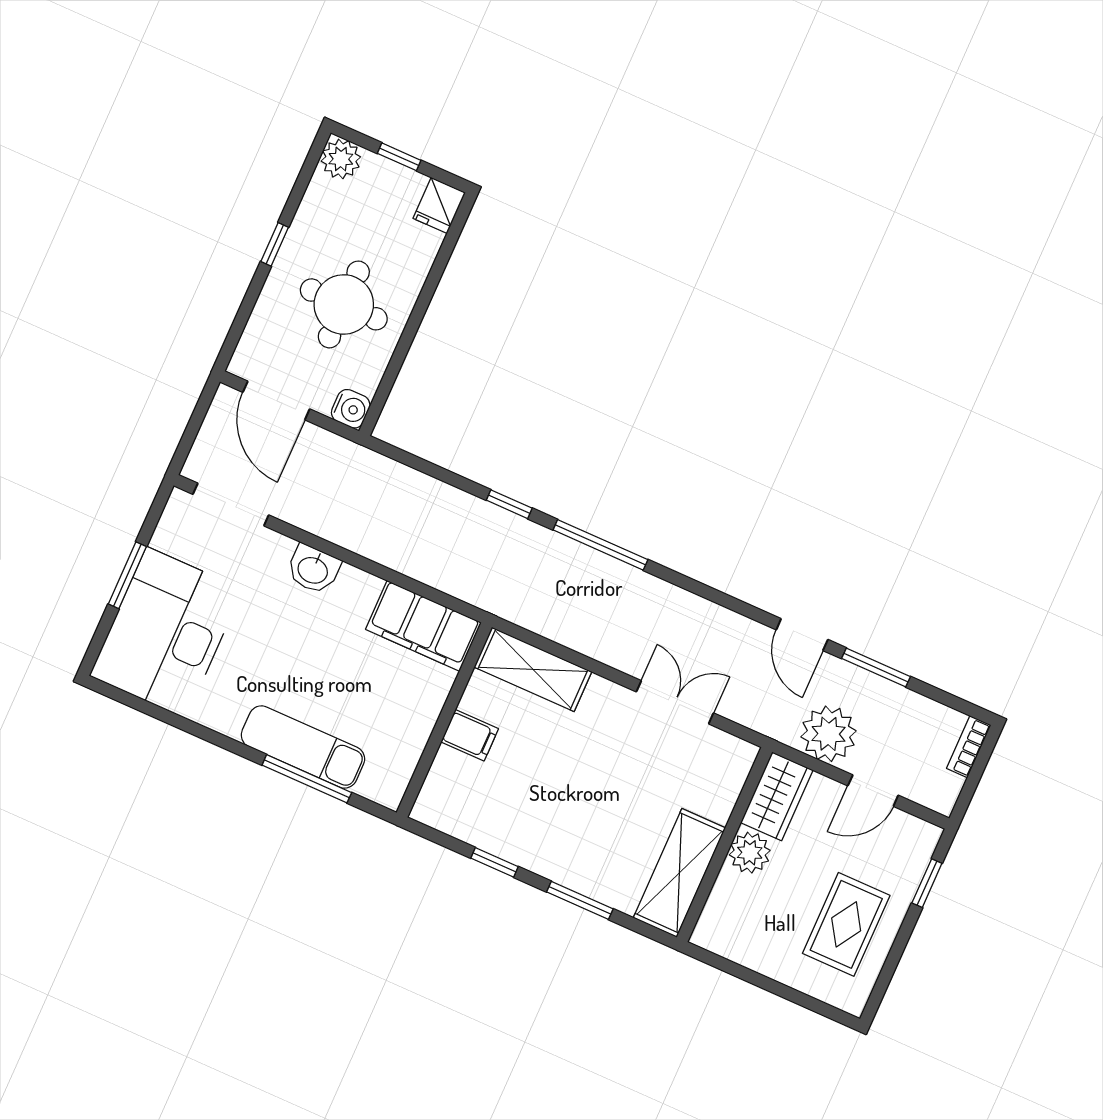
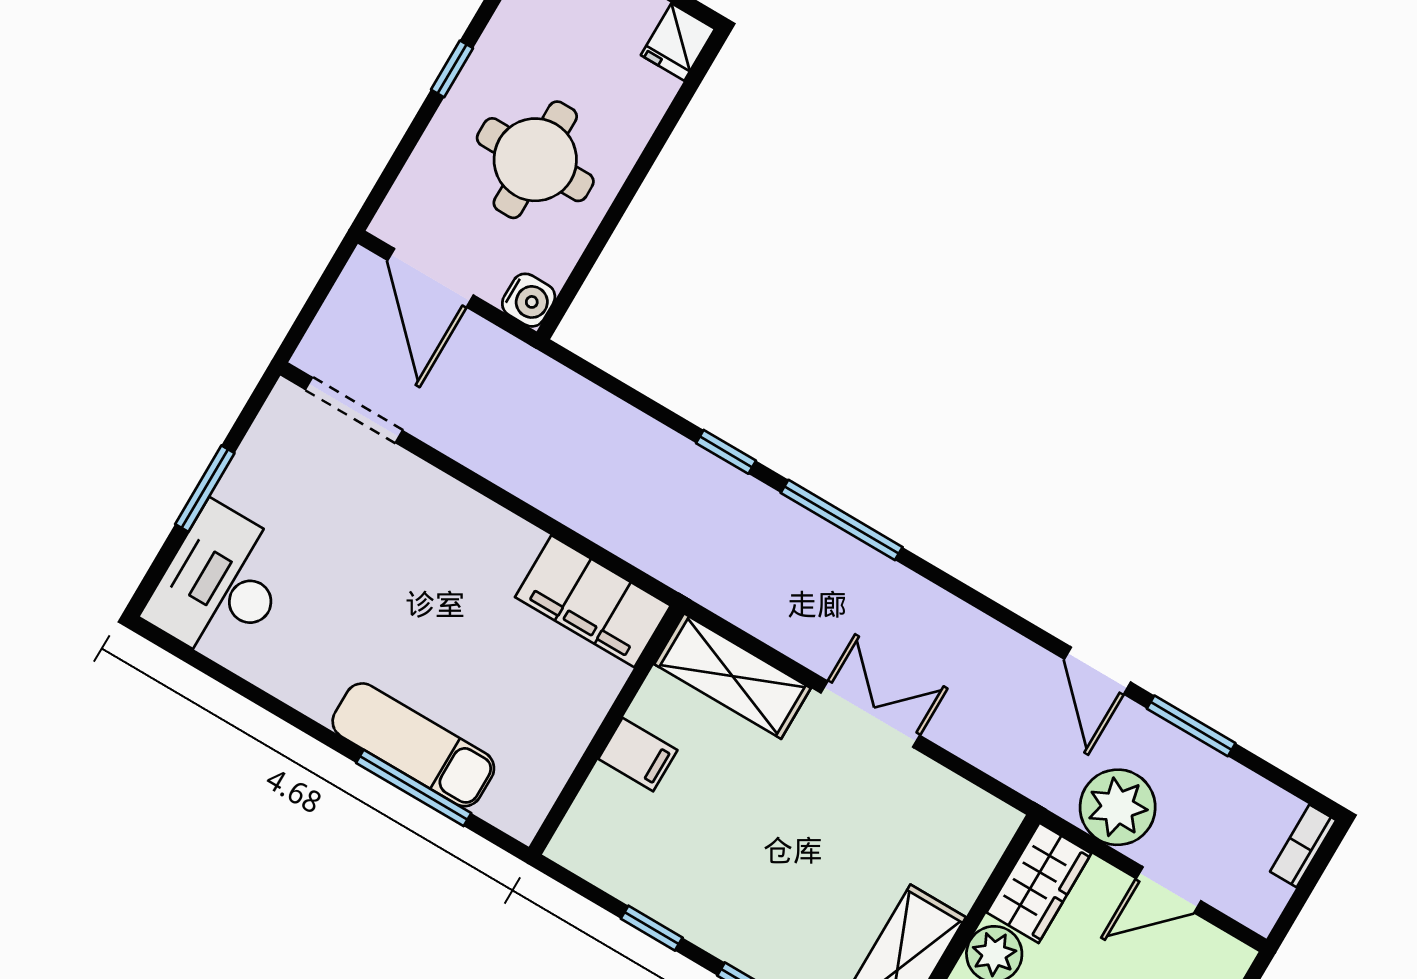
washbasin: (313, 569) -> (454, 509), removed
desk: (166, 632) -> (221, 585), width x0.73, depth x0.77
double door: (675, 702) -> (870, 714), moved

